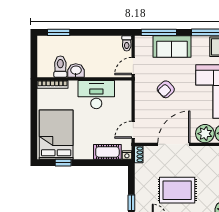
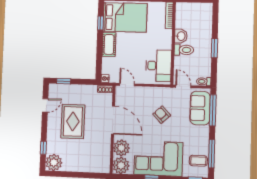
window: (59, 32) -> (214, 48), moved
sofa: (172, 46) -> (200, 108), moved
toilet: (60, 67) -> (184, 50), moved
desk: (96, 95) -> (159, 66), moved
cot: (107, 152) -> (109, 44), moved

